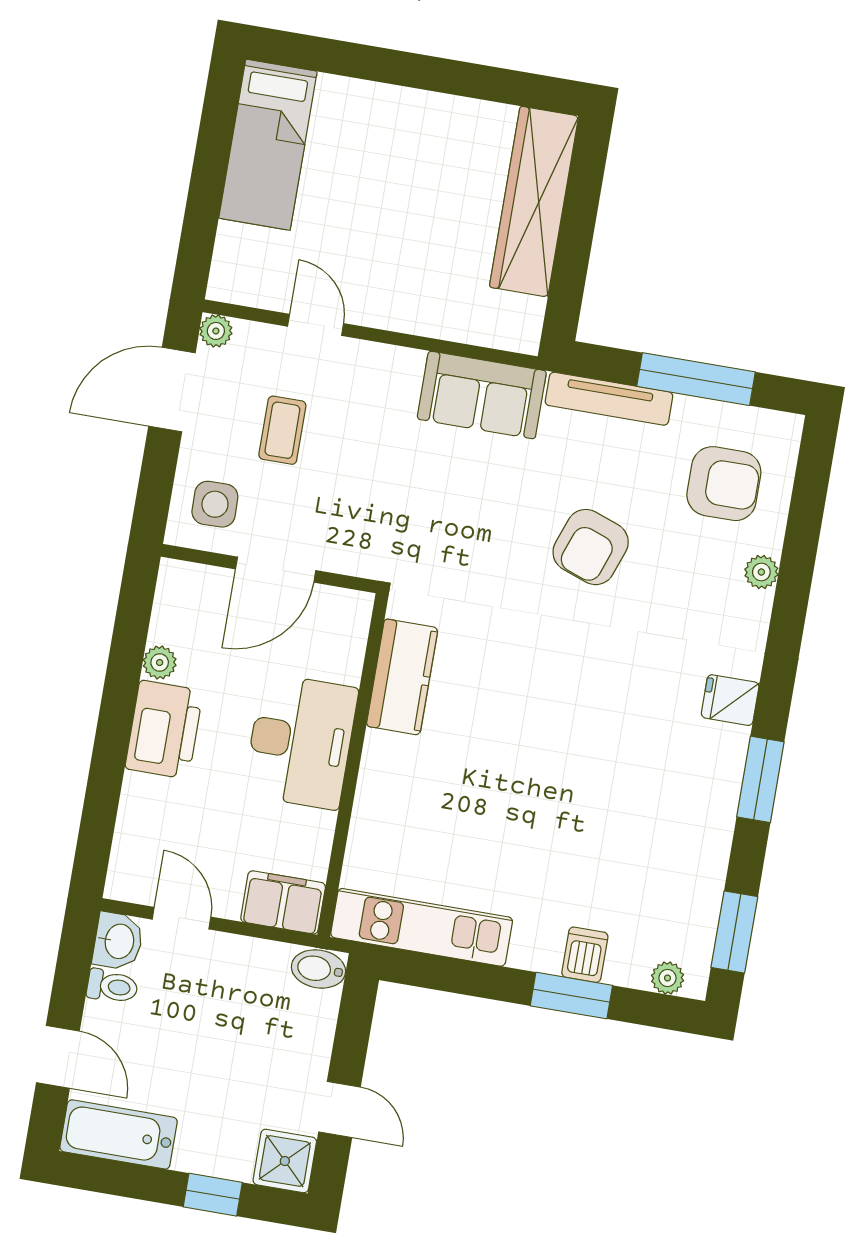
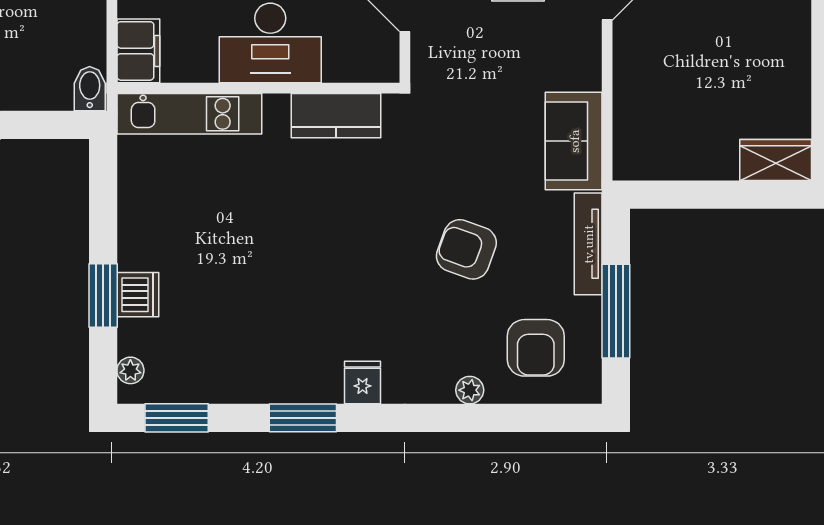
wardrobe: (534, 202) -> (776, 160), width x0.48, depth x0.85
kitchen unit: (422, 927) -> (189, 114), moved, turned 90
dishwasher: (585, 955) -> (138, 295), width x1.38

